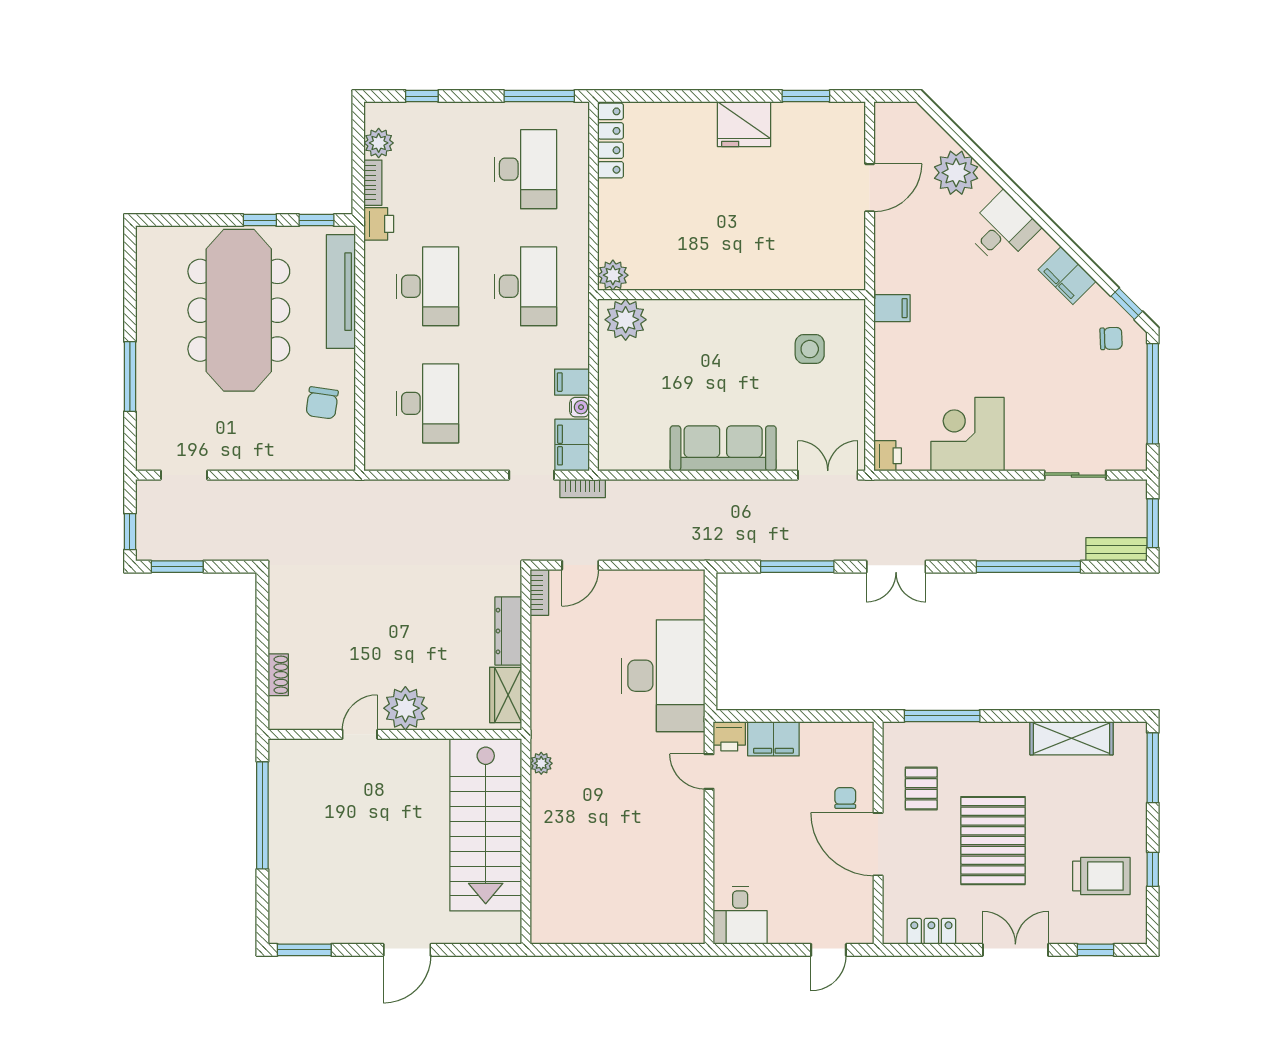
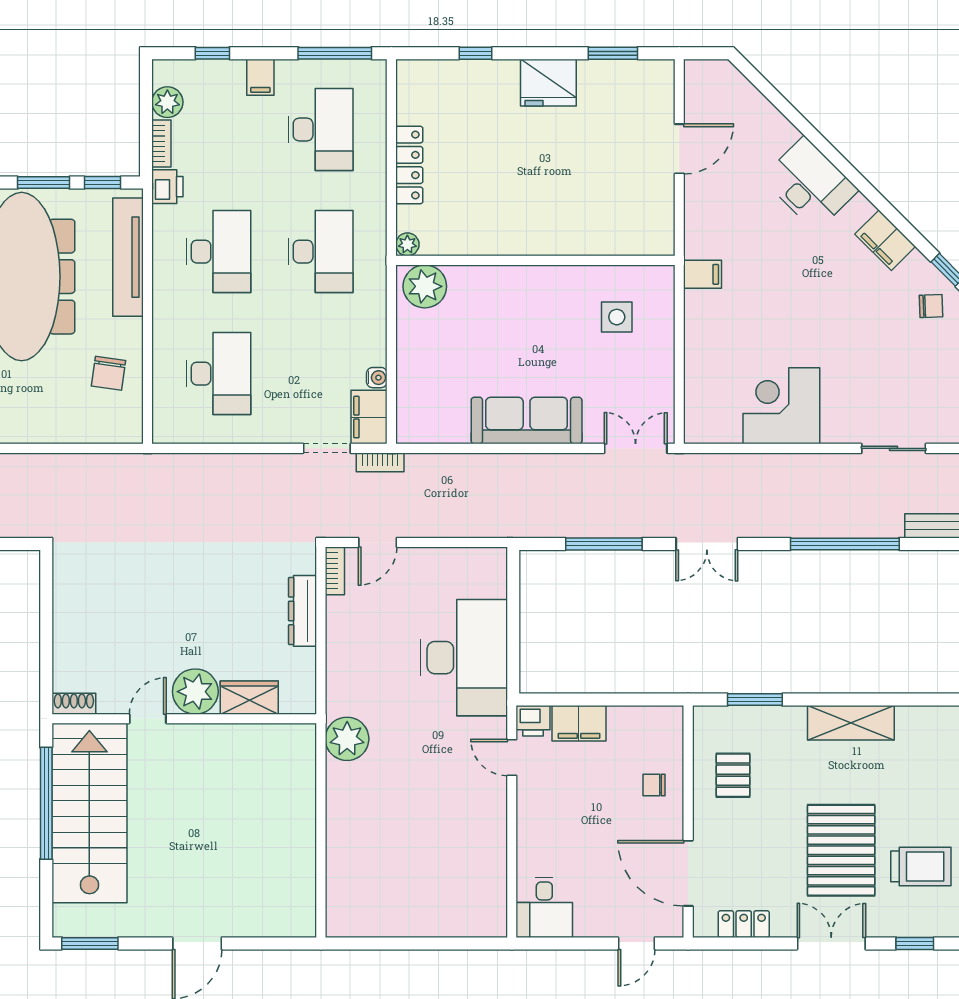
window: (674, 96) -> (476, 53), added
locker: (611, 141) -> (409, 165), moved
plant: (956, 173) -> (769, 133), removed
window: (260, 220) -> (44, 183), width x1.50
desk: (1002, 229) -> (810, 184), width x1.37
plant: (613, 275) -> (407, 244), width x0.73, depth x0.73
filing cabinet: (572, 382) -> (260, 77), moved, turned -90
printer: (888, 456) -> (698, 428), removed
shoe rack: (278, 675) -> (74, 704), moved, turned -90
wardrobe: (506, 695) -> (249, 698), moved, turned 90
window: (942, 716) -> (755, 700), width x0.69
shelving: (1071, 738) -> (851, 723), moved
plant: (541, 763) -> (347, 739), width x1.88, depth x1.88
chair: (845, 798) -> (654, 785), turned -90
stairs: (486, 825) -> (89, 813), moved, turned 180
pallet: (993, 841) -> (841, 850), moved
door: (878, 844) -> (688, 873), moved

